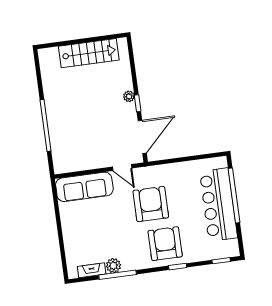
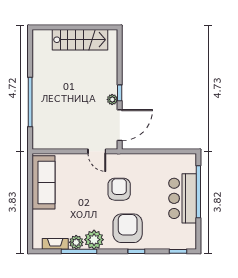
plant: (129, 96) -> (112, 99), moved
sofa: (84, 187) -> (44, 182), moved, turned -90
armchair: (151, 204) -> (119, 189), width x0.73, depth x0.73
bar counter: (218, 205) -> (183, 198), width x0.73
plant: (132, 260) -> (94, 240), added

